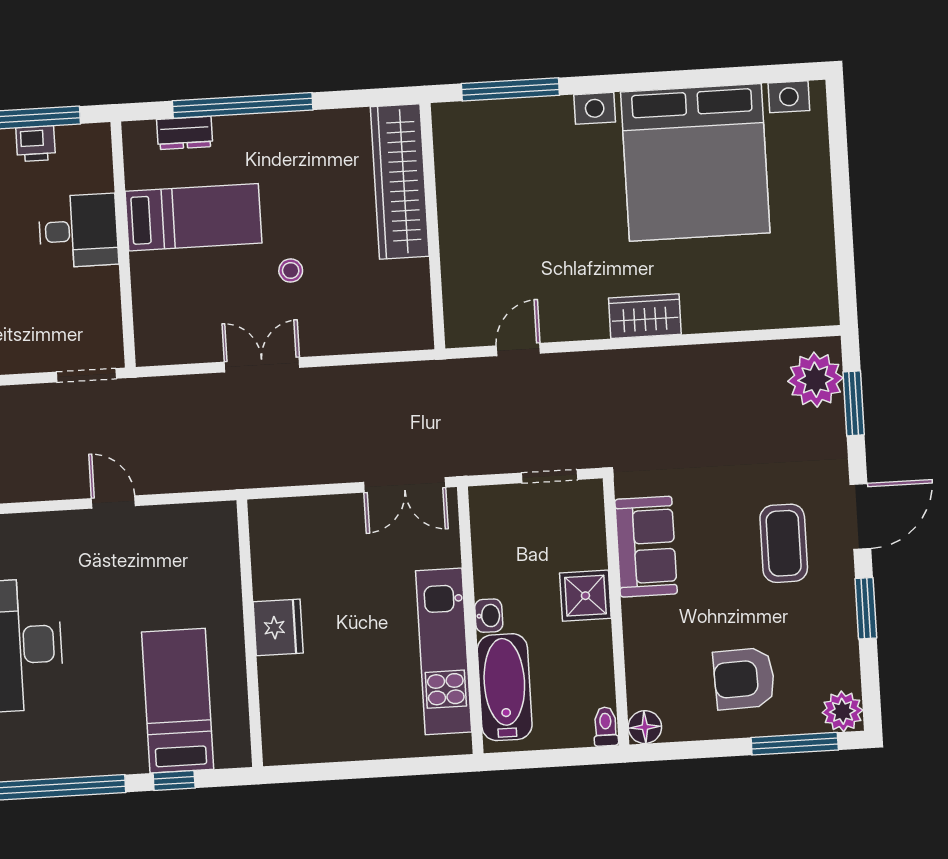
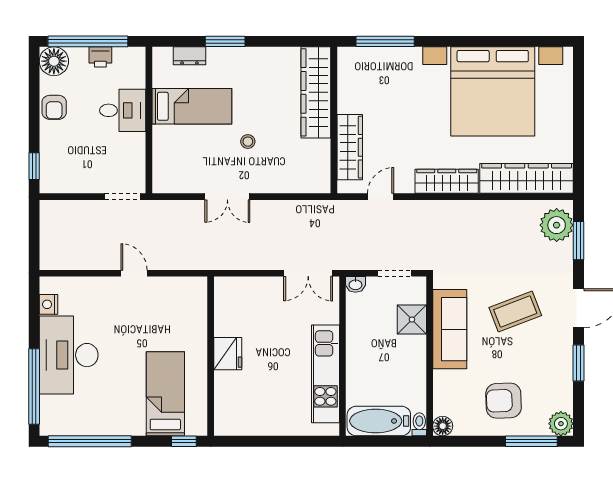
window: (243, 105) -> (225, 41), width x0.47
wardrobe: (462, 270) -> (350, 147), added
wardrobe: (761, 304) -> (527, 178), added
wardrobe: (645, 316) -> (447, 181), width x1.50
double door: (262, 365) -> (227, 197), swing flipped
coffee table: (784, 543) -> (515, 311), moved, turned 69
sofa: (646, 547) -> (450, 329), width x1.36
shower: (585, 596) -> (412, 320), moved
washbasin: (489, 616) -> (355, 284), moved, turned 90
bathtub: (505, 687) -> (379, 421), moved, turned -90
window: (174, 781) -> (184, 441), moved

